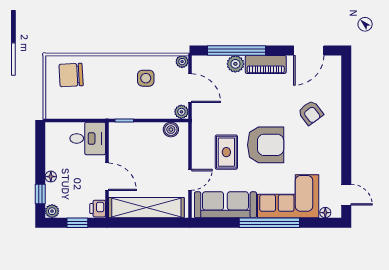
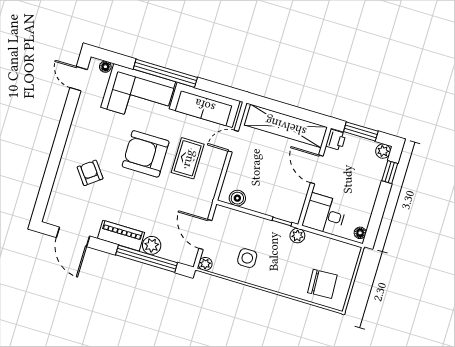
door: (309, 50) -> (73, 237), swing flipped
plant: (181, 112) -> (297, 236), moved
floor lamp: (51, 177) -> (360, 233), moved
window: (77, 223) -> (361, 131), width x1.50

